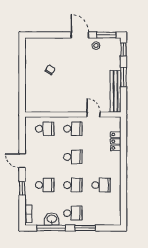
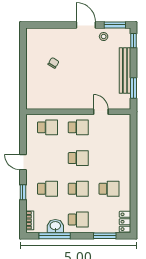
window: (123, 77) -> (134, 88), moved
bench: (116, 91) -> (125, 70), moved
locker: (116, 141) -> (125, 222), moved
window: (85, 228) -> (105, 236), moved

